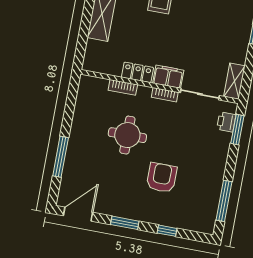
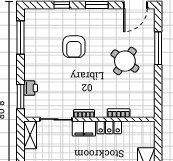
printer: (226, 122) -> (31, 88), moved
round table: (127, 135) -> (125, 61), moved, turned 36

